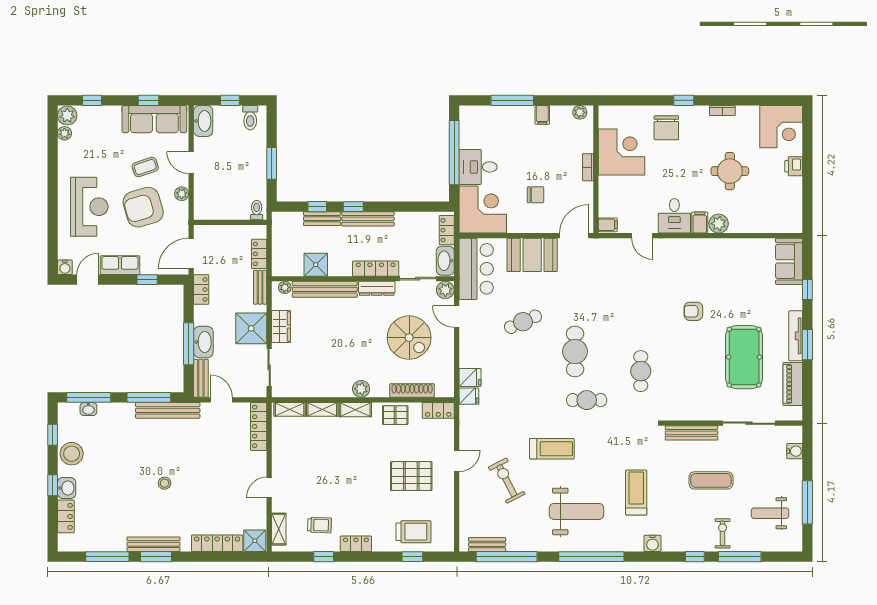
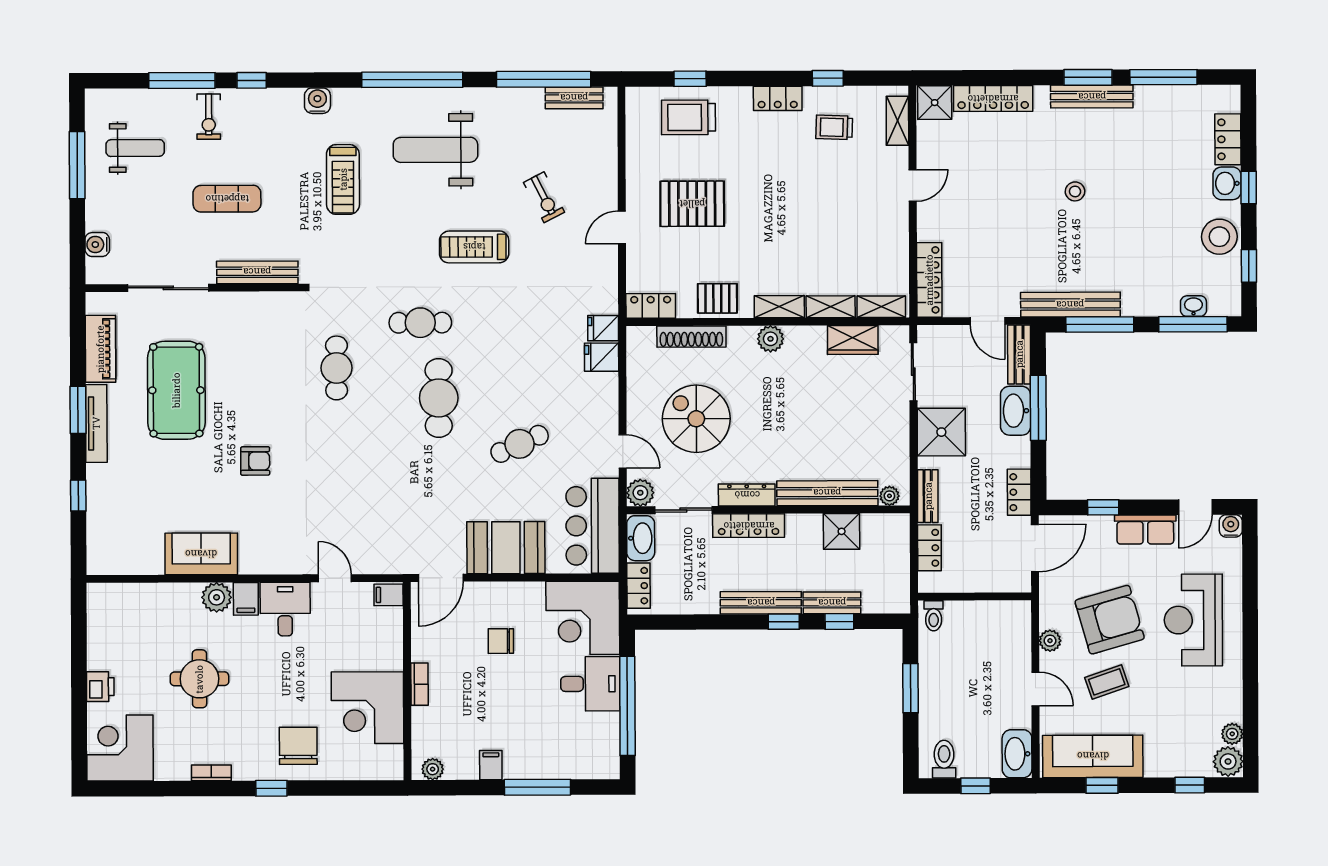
sofa: (789, 261) -> (201, 554), moved, turned -90
wardrobe: (281, 327) -> (853, 340), moved, turned -90
exercise bike: (507, 481) -> (544, 197), width x0.73, depth x0.72

